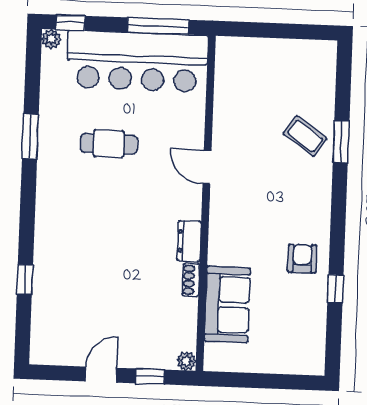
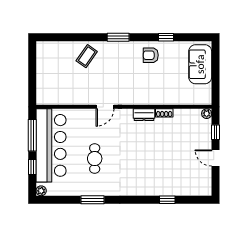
window: (71, 23) -> (32, 167), moved
window: (341, 142) -> (118, 37), moved
sofa: (227, 304) -> (200, 64), moved, turned -90

